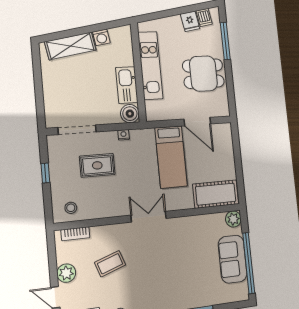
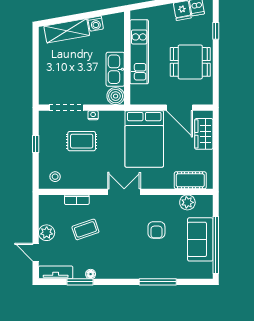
window: (225, 41) -> (216, 31), width x0.46
nightstand: (124, 135) -> (93, 115), moved
wardrobe: (225, 147) -> (204, 134), added
bed: (171, 157) -> (144, 139), width x1.50
cot: (216, 194) -> (190, 180), width x0.73, depth x0.75
plant: (233, 219) -> (187, 202), moved
bookcase: (75, 234) -> (77, 200), moved
armchair: (187, 255) -> (156, 230), added

